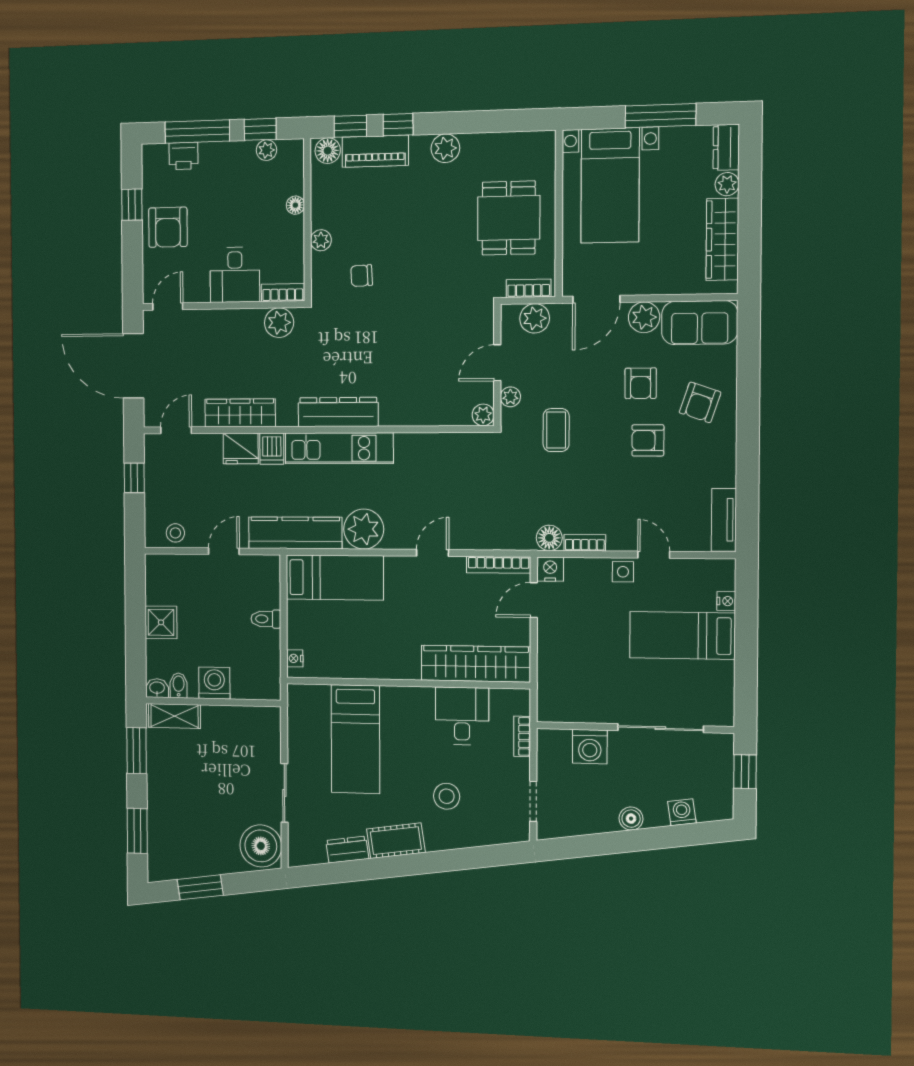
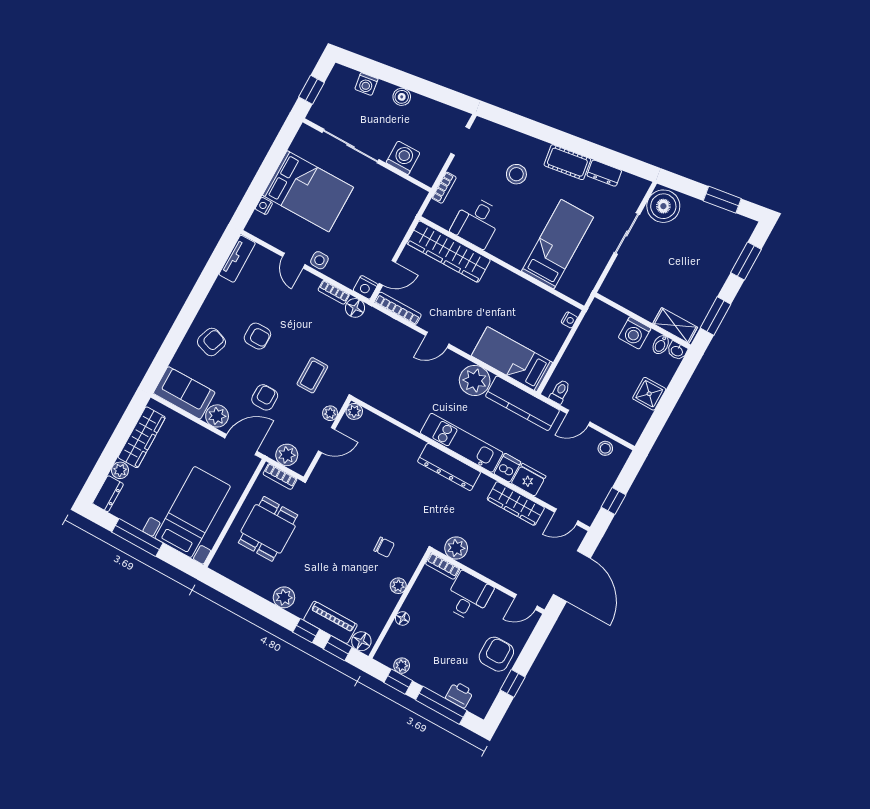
armchair: (641, 383) -> (265, 397), moved
toilet: (266, 619) -> (560, 392), moved, turned -90
bed: (682, 635) -> (308, 191), width x1.50

